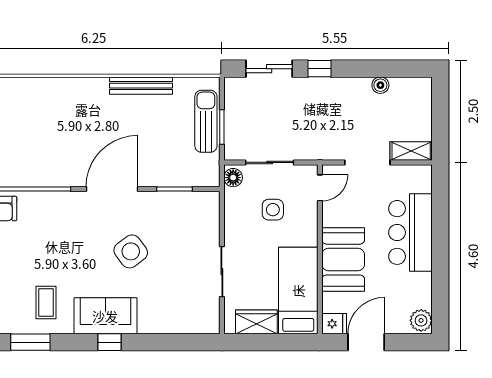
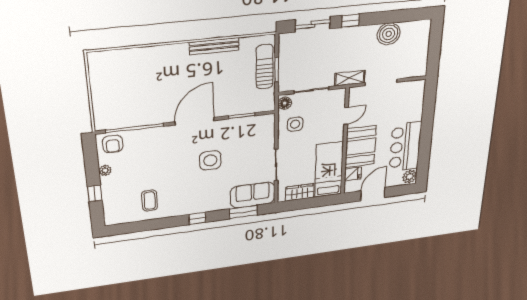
boiler: (380, 85) -> (389, 34), width x1.86, depth x1.86
shelving: (411, 151) -> (350, 78), moved
door: (320, 188) -> (346, 116), moved
side table: (273, 210) -> (295, 124), moved
bar counter: (410, 232) -> (405, 147), moved
side table: (131, 251) -> (210, 160), turned 37
sofa: (105, 316) -> (253, 195), moved
fridge: (334, 324) -> (353, 174), moved
window: (30, 342) -> (243, 212), moved

